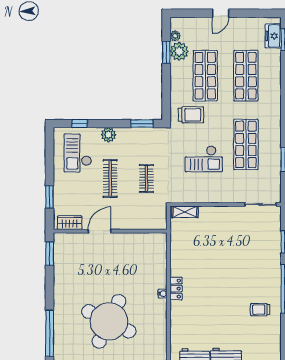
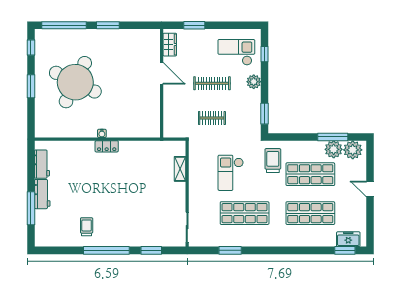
plant: (175, 36) -> (353, 150), width x1.88, depth x1.88
window: (166, 52) -> (333, 137), width x1.44
trolley: (191, 115) -> (273, 161), turned 180
shelving: (185, 212) -> (180, 169), moved
window: (50, 254) -> (108, 25), moved

